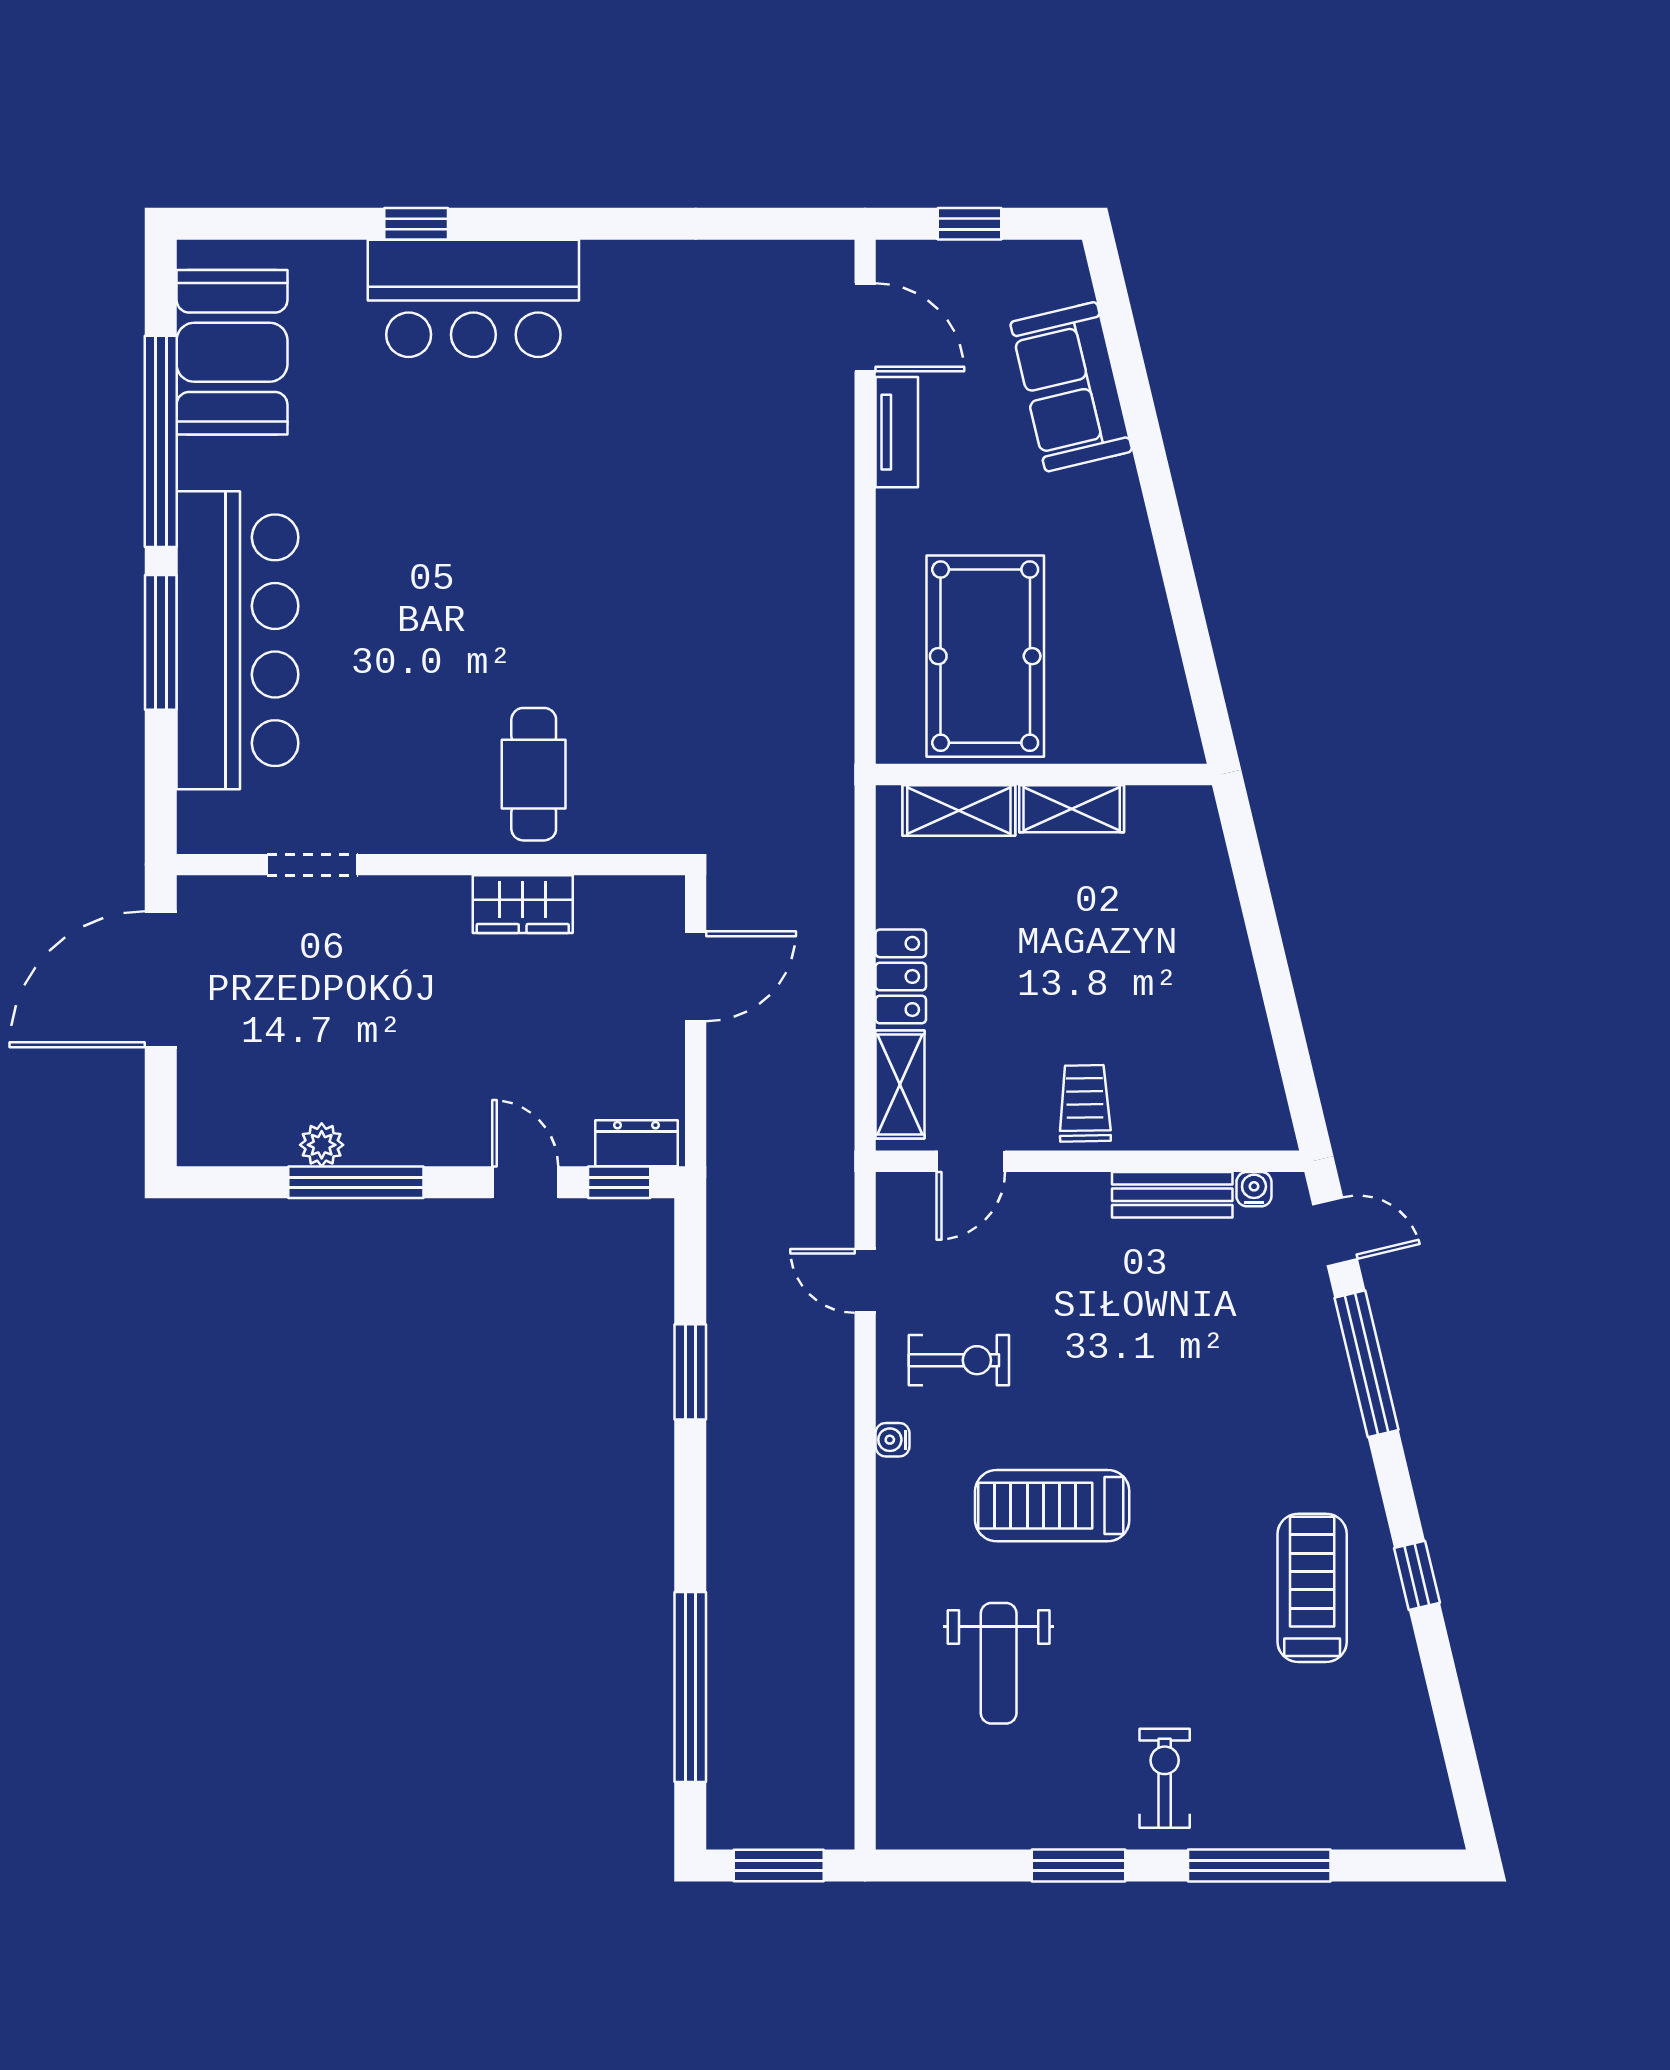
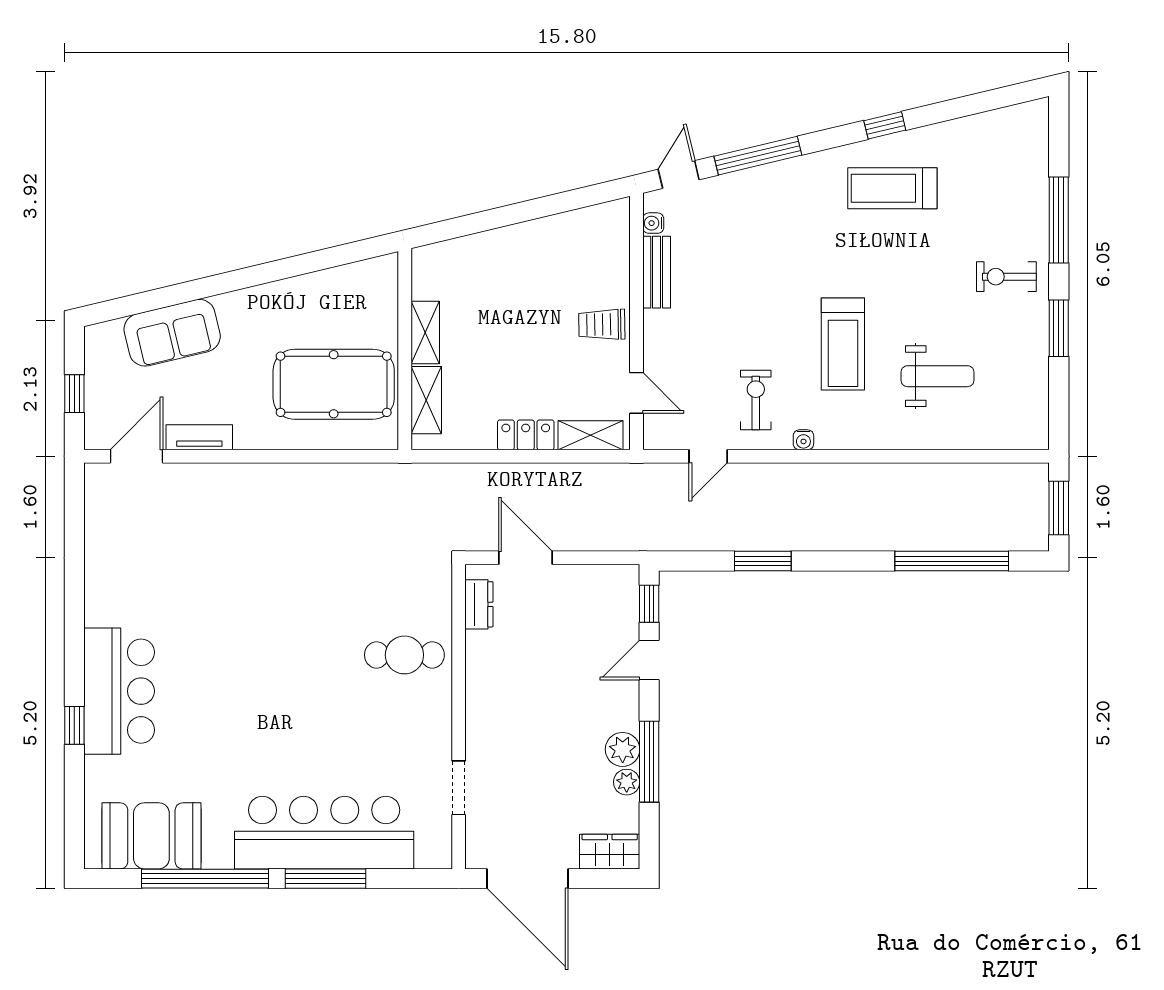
wardrobe: (523, 904) -> (610, 852), moved, turned -90
plant: (376, 1138) -> (623, 749), added
dresser: (637, 1143) -> (479, 604), moved, turned 180

